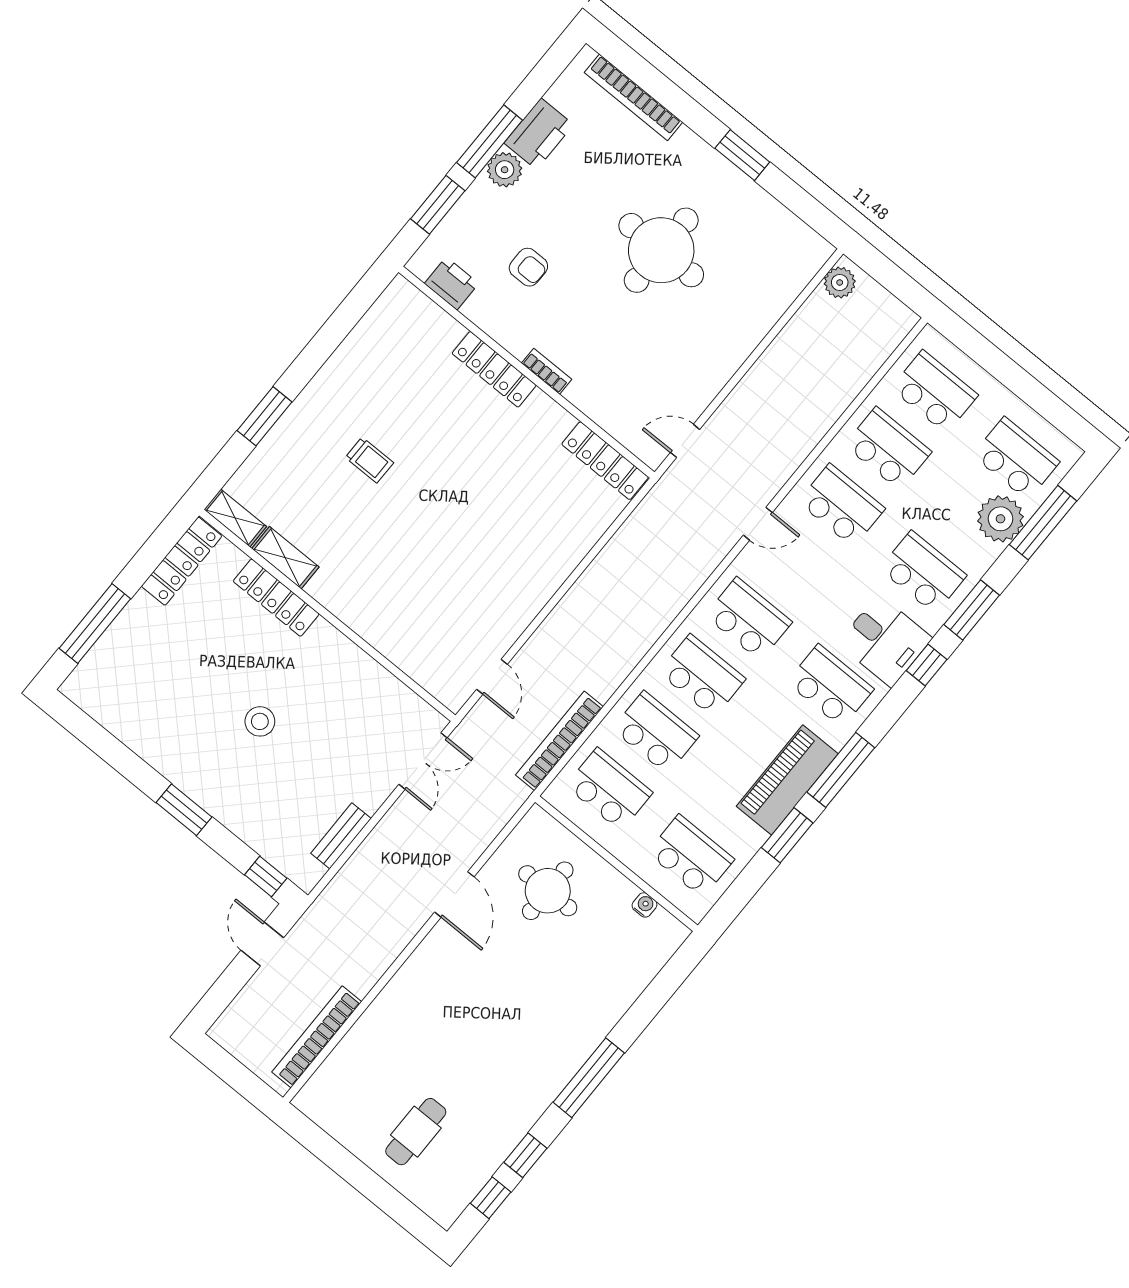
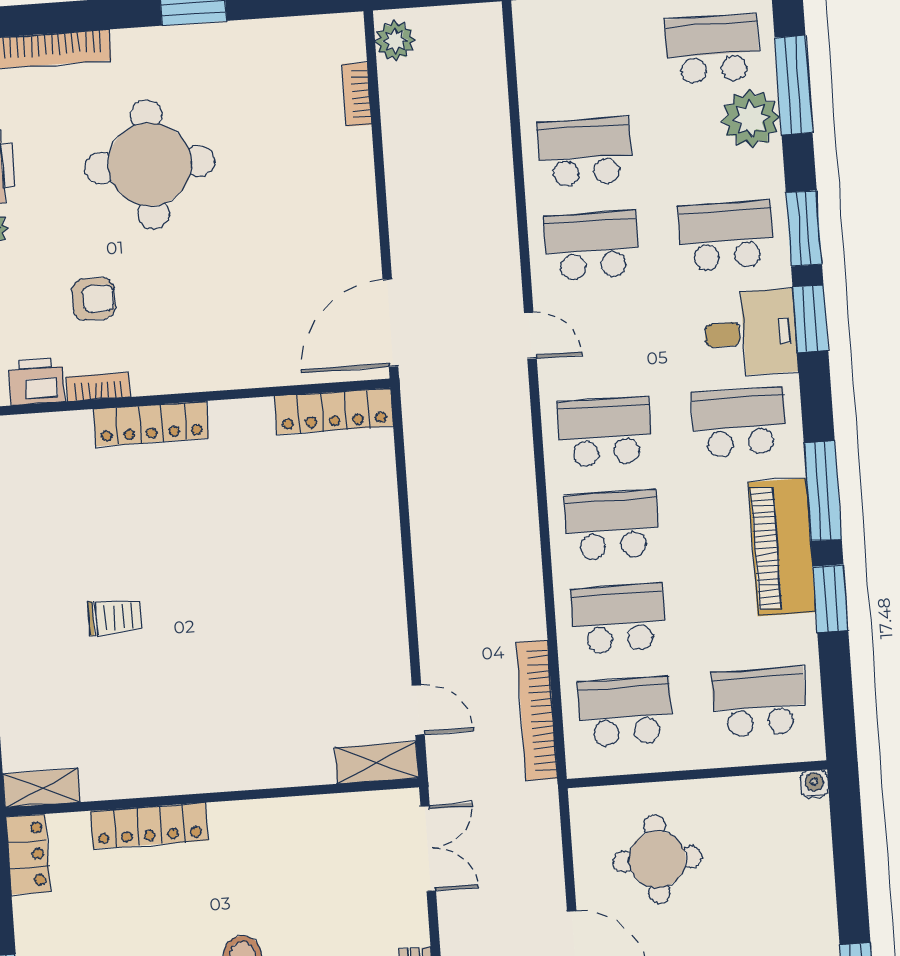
round table: (661, 250) -> (150, 164), moved
bookcase: (789, 293) -> (357, 94), added
bookcase: (547, 371) -> (98, 387), moved
school desk: (934, 392) -> (578, 59), removed
door: (685, 441) -> (390, 323), width x1.88
door: (758, 524) -> (530, 336), hinge flipped
shelving: (285, 558) -> (377, 763), moved
locker: (182, 561) -> (28, 854), width x0.66
window: (927, 665) -> (810, 319), width x1.50
water cooler: (644, 905) -> (814, 784), moved

